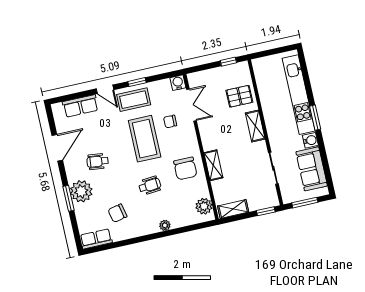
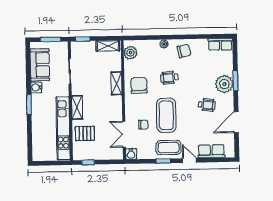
kitchen unit: (299, 95) -> (63, 128), moved, turned 180
chair: (117, 213) -> (184, 51), moved

